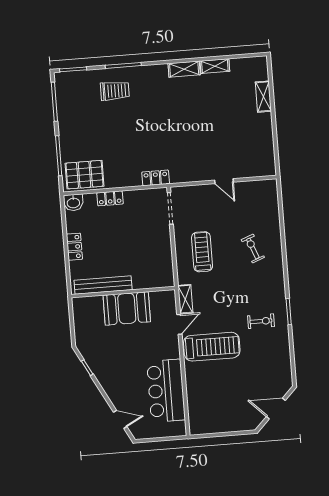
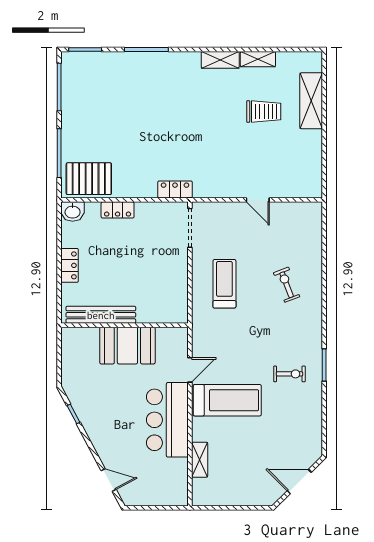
trolley: (115, 91) -> (264, 111), moved
shelving: (263, 97) -> (311, 101), width x1.50, depth x1.33
shelving: (185, 299) -> (200, 460), moved
bar counter: (166, 391) -> (167, 420), moved

